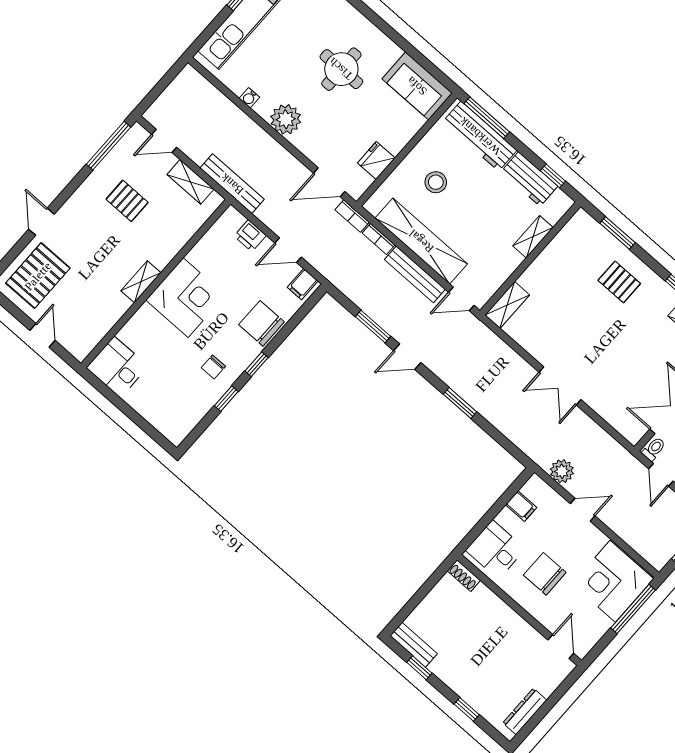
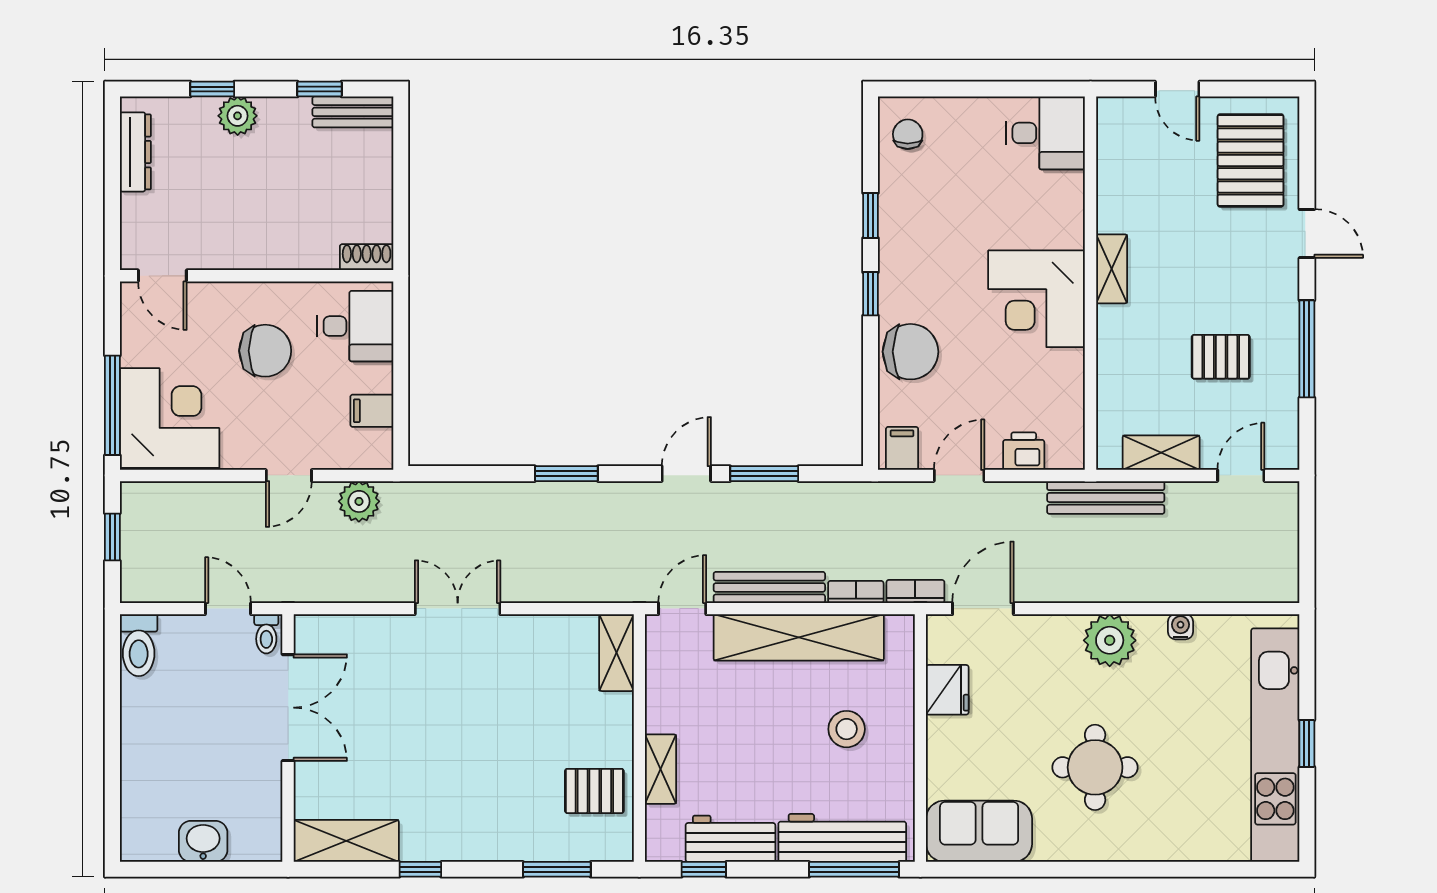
window: (109, 146) -> (1307, 349), moved
pallet: (619, 282) -> (594, 791), moved
chair: (213, 367) -> (908, 134), moved
plant: (466, 688) -> (238, 116), added

